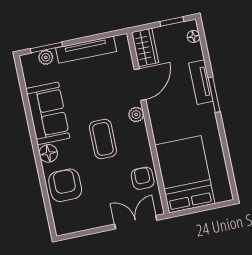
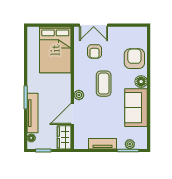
tv unit: (86, 50) -> (103, 144), width x0.71
tv unit: (201, 82) -> (32, 113), width x1.41
armchair: (143, 178) -> (95, 51), moved
armchair: (65, 185) -> (134, 59), turned 180

